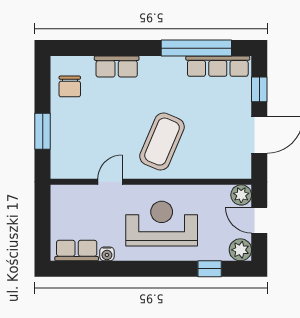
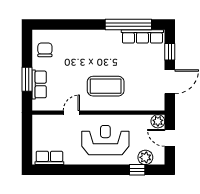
row of seats: (117, 67) -> (39, 84), moved, turned -90
chair: (70, 86) -> (45, 50), turned 180
coffee table: (162, 142) -> (106, 86), turned 67
plant: (240, 250) -> (145, 157), moved
water cooler: (107, 254) -> (69, 160), removed

